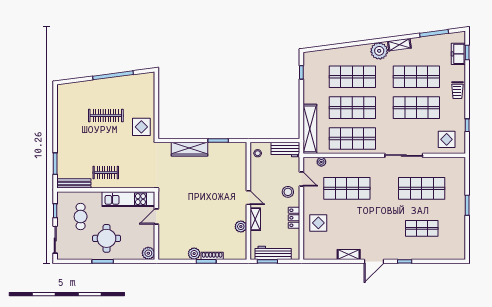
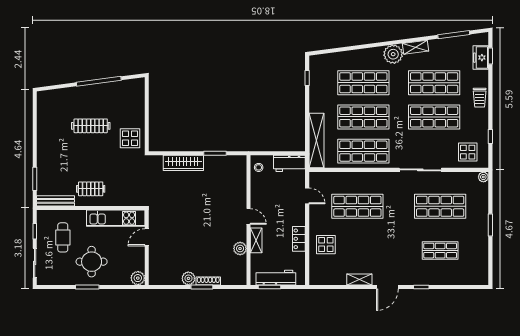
plant: (321, 162) -> (483, 177), moved
stool: (288, 192) -> (292, 210), removed

